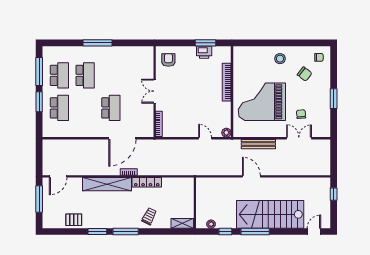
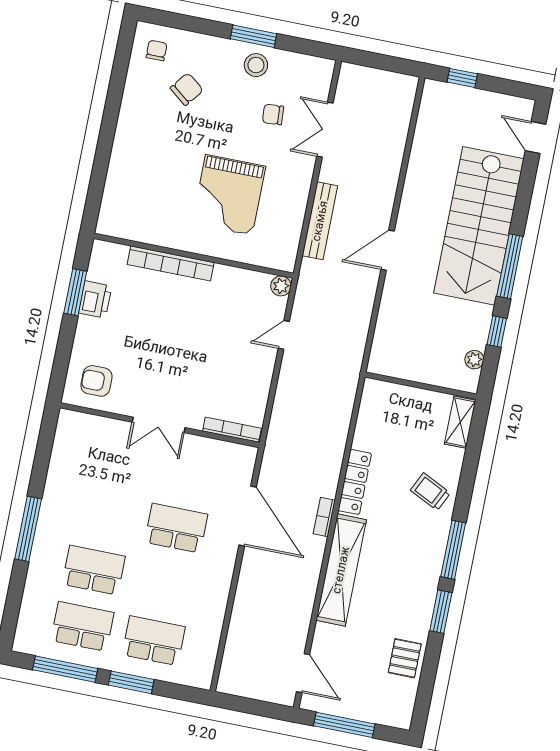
stool: (280, 59) -> (256, 65), moved
grand piano: (262, 102) -> (229, 195), width x0.73, depth x0.68

